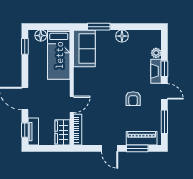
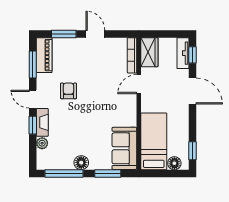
window: (137, 27) -> (64, 173), added
piano: (142, 138) -> (44, 55), moved, turned -90

